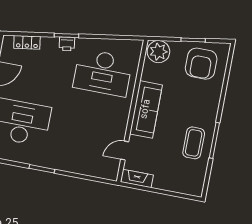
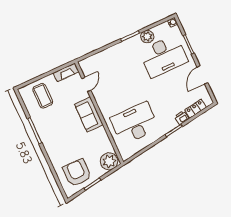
printer: (67, 44) -> (182, 118), moved
sofa: (146, 109) -> (89, 115), width x0.73
coffee table: (194, 143) -> (43, 96), moved
plant: (24, 155) -> (147, 37), added

